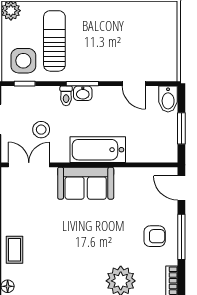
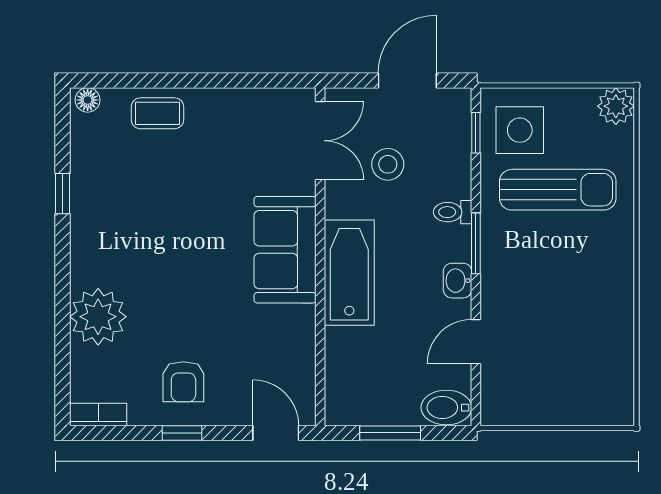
washbasin: (83, 93) -> (457, 281), moved
door: (181, 188) -> (276, 433), hinge flipped
window: (181, 237) -> (182, 433), width x0.46

